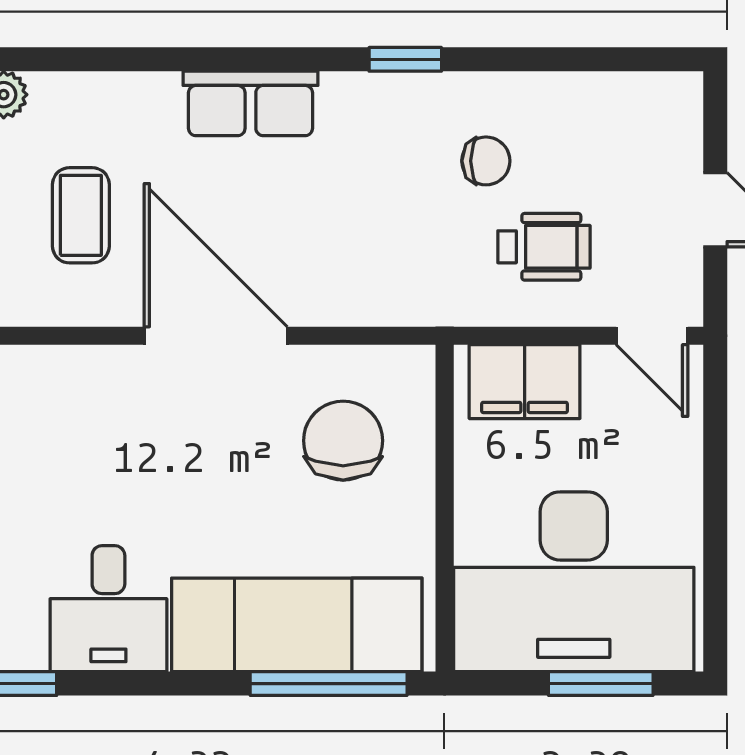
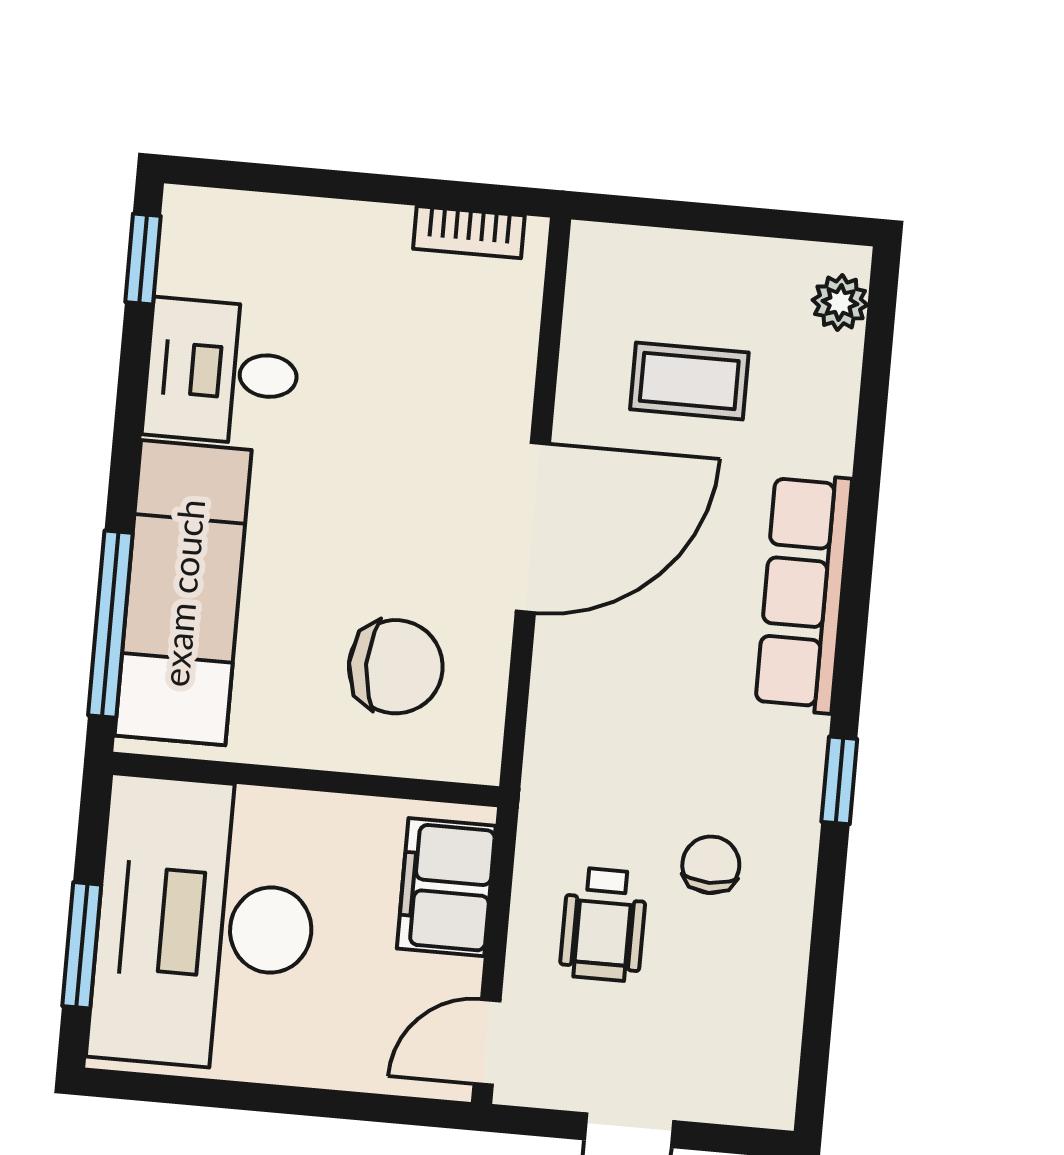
row of seats: (250, 103) -> (804, 593), width x1.48
chair: (486, 161) -> (711, 865), turned 180

